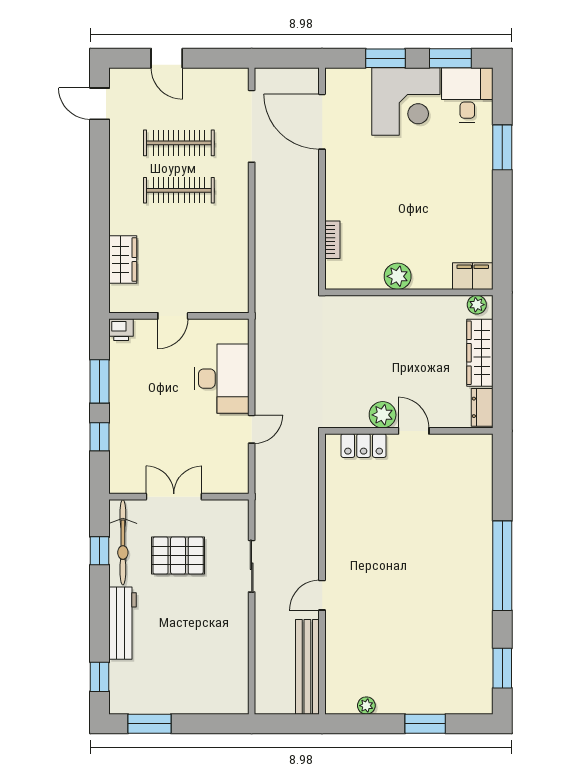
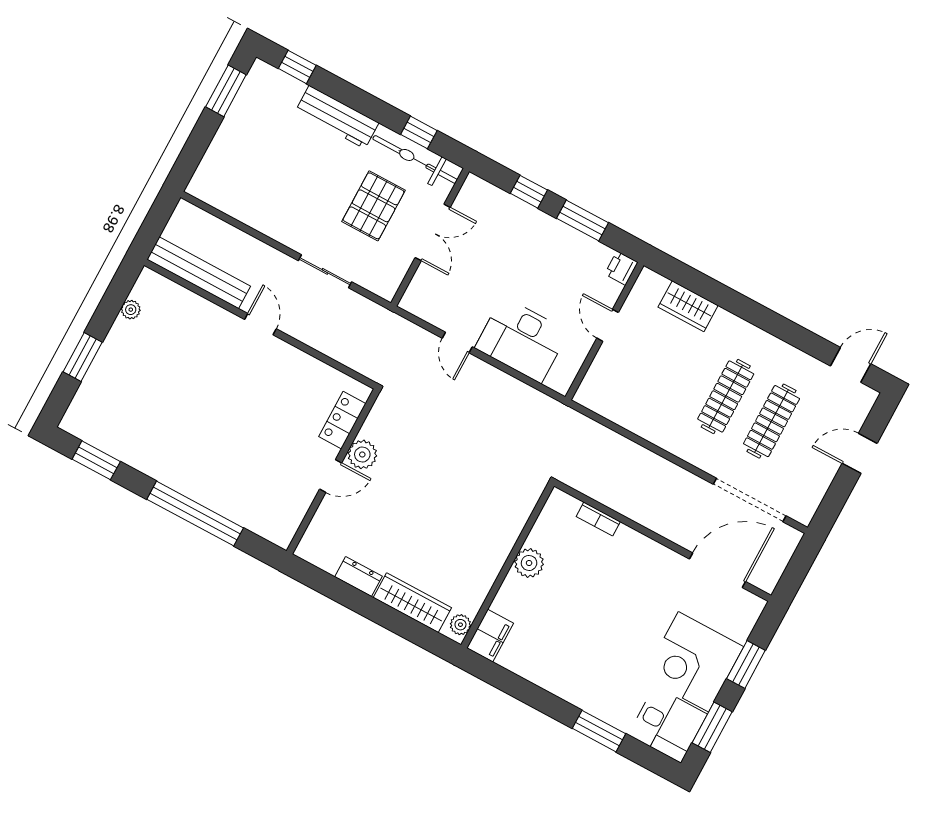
plant: (383, 415) -> (362, 454), moved
wall: (409, 431) -> (333, 472), moved
door: (414, 431) -> (331, 476), moved
locker: (364, 446) -> (342, 420), moved

